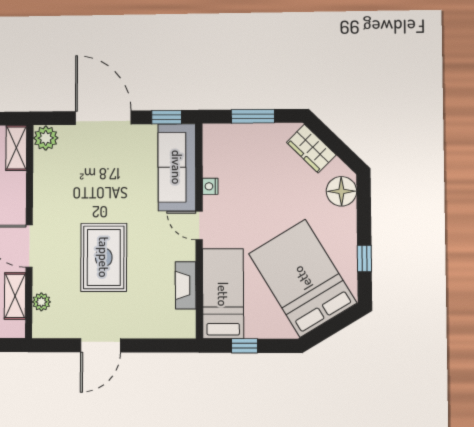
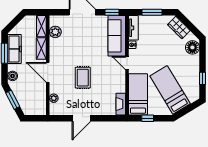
plant: (46, 138) -> (55, 32), moved
tv unit: (213, 150) -> (133, 28), added
rug: (104, 257) -> (83, 78), width x0.73, depth x0.70
bed: (303, 278) -> (170, 90), width x0.67
fireplace: (186, 285) -> (121, 104), moved
shelving: (15, 296) -> (41, 49), moved

